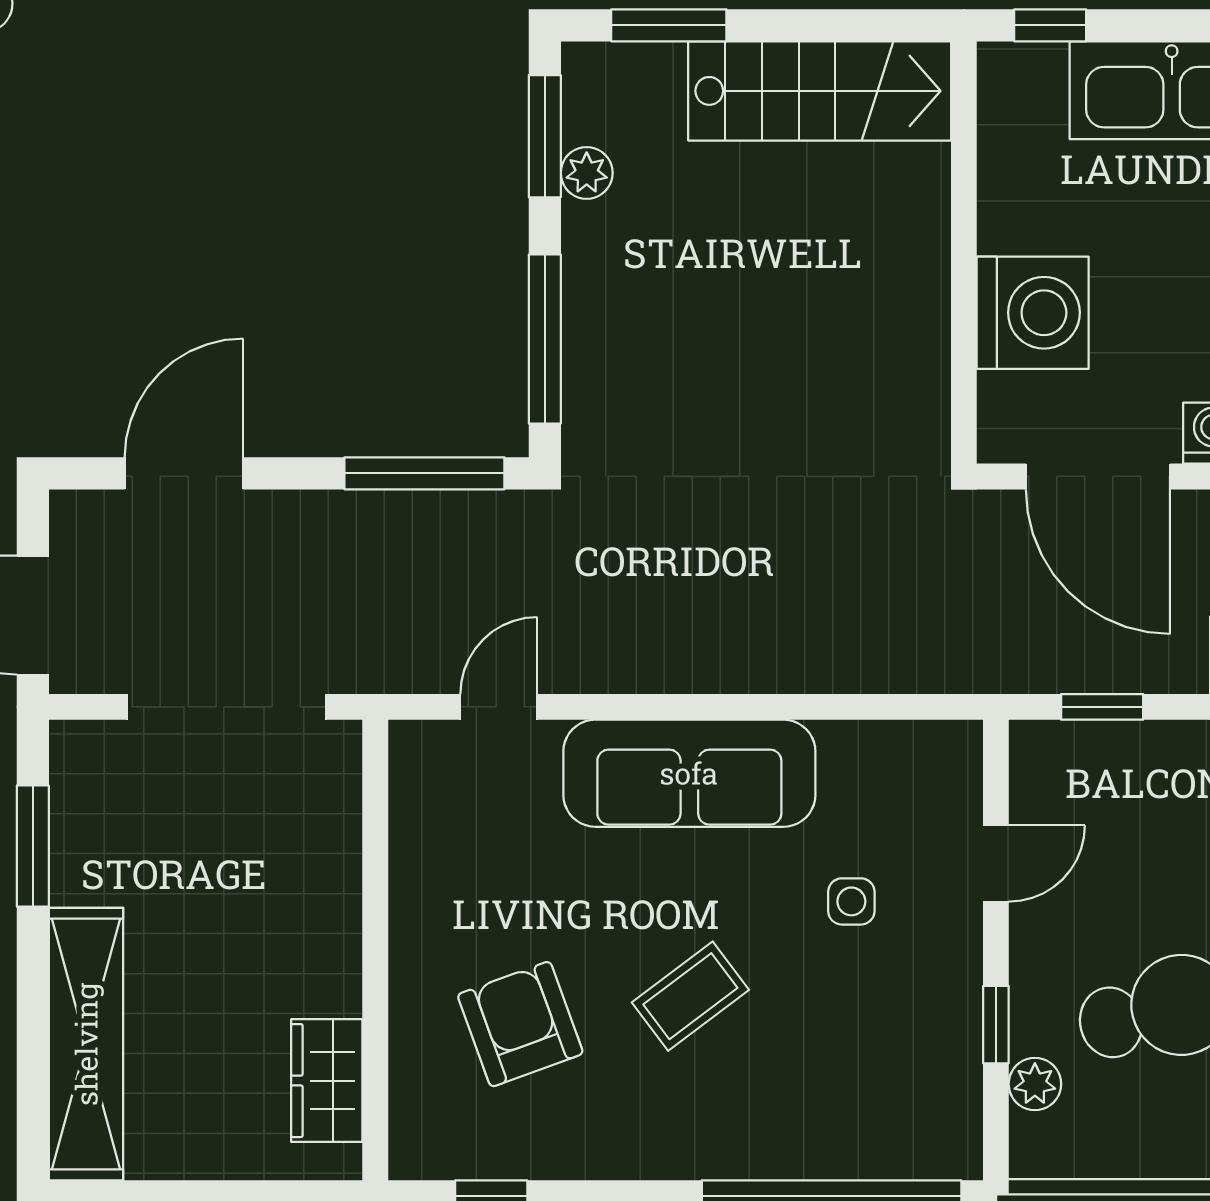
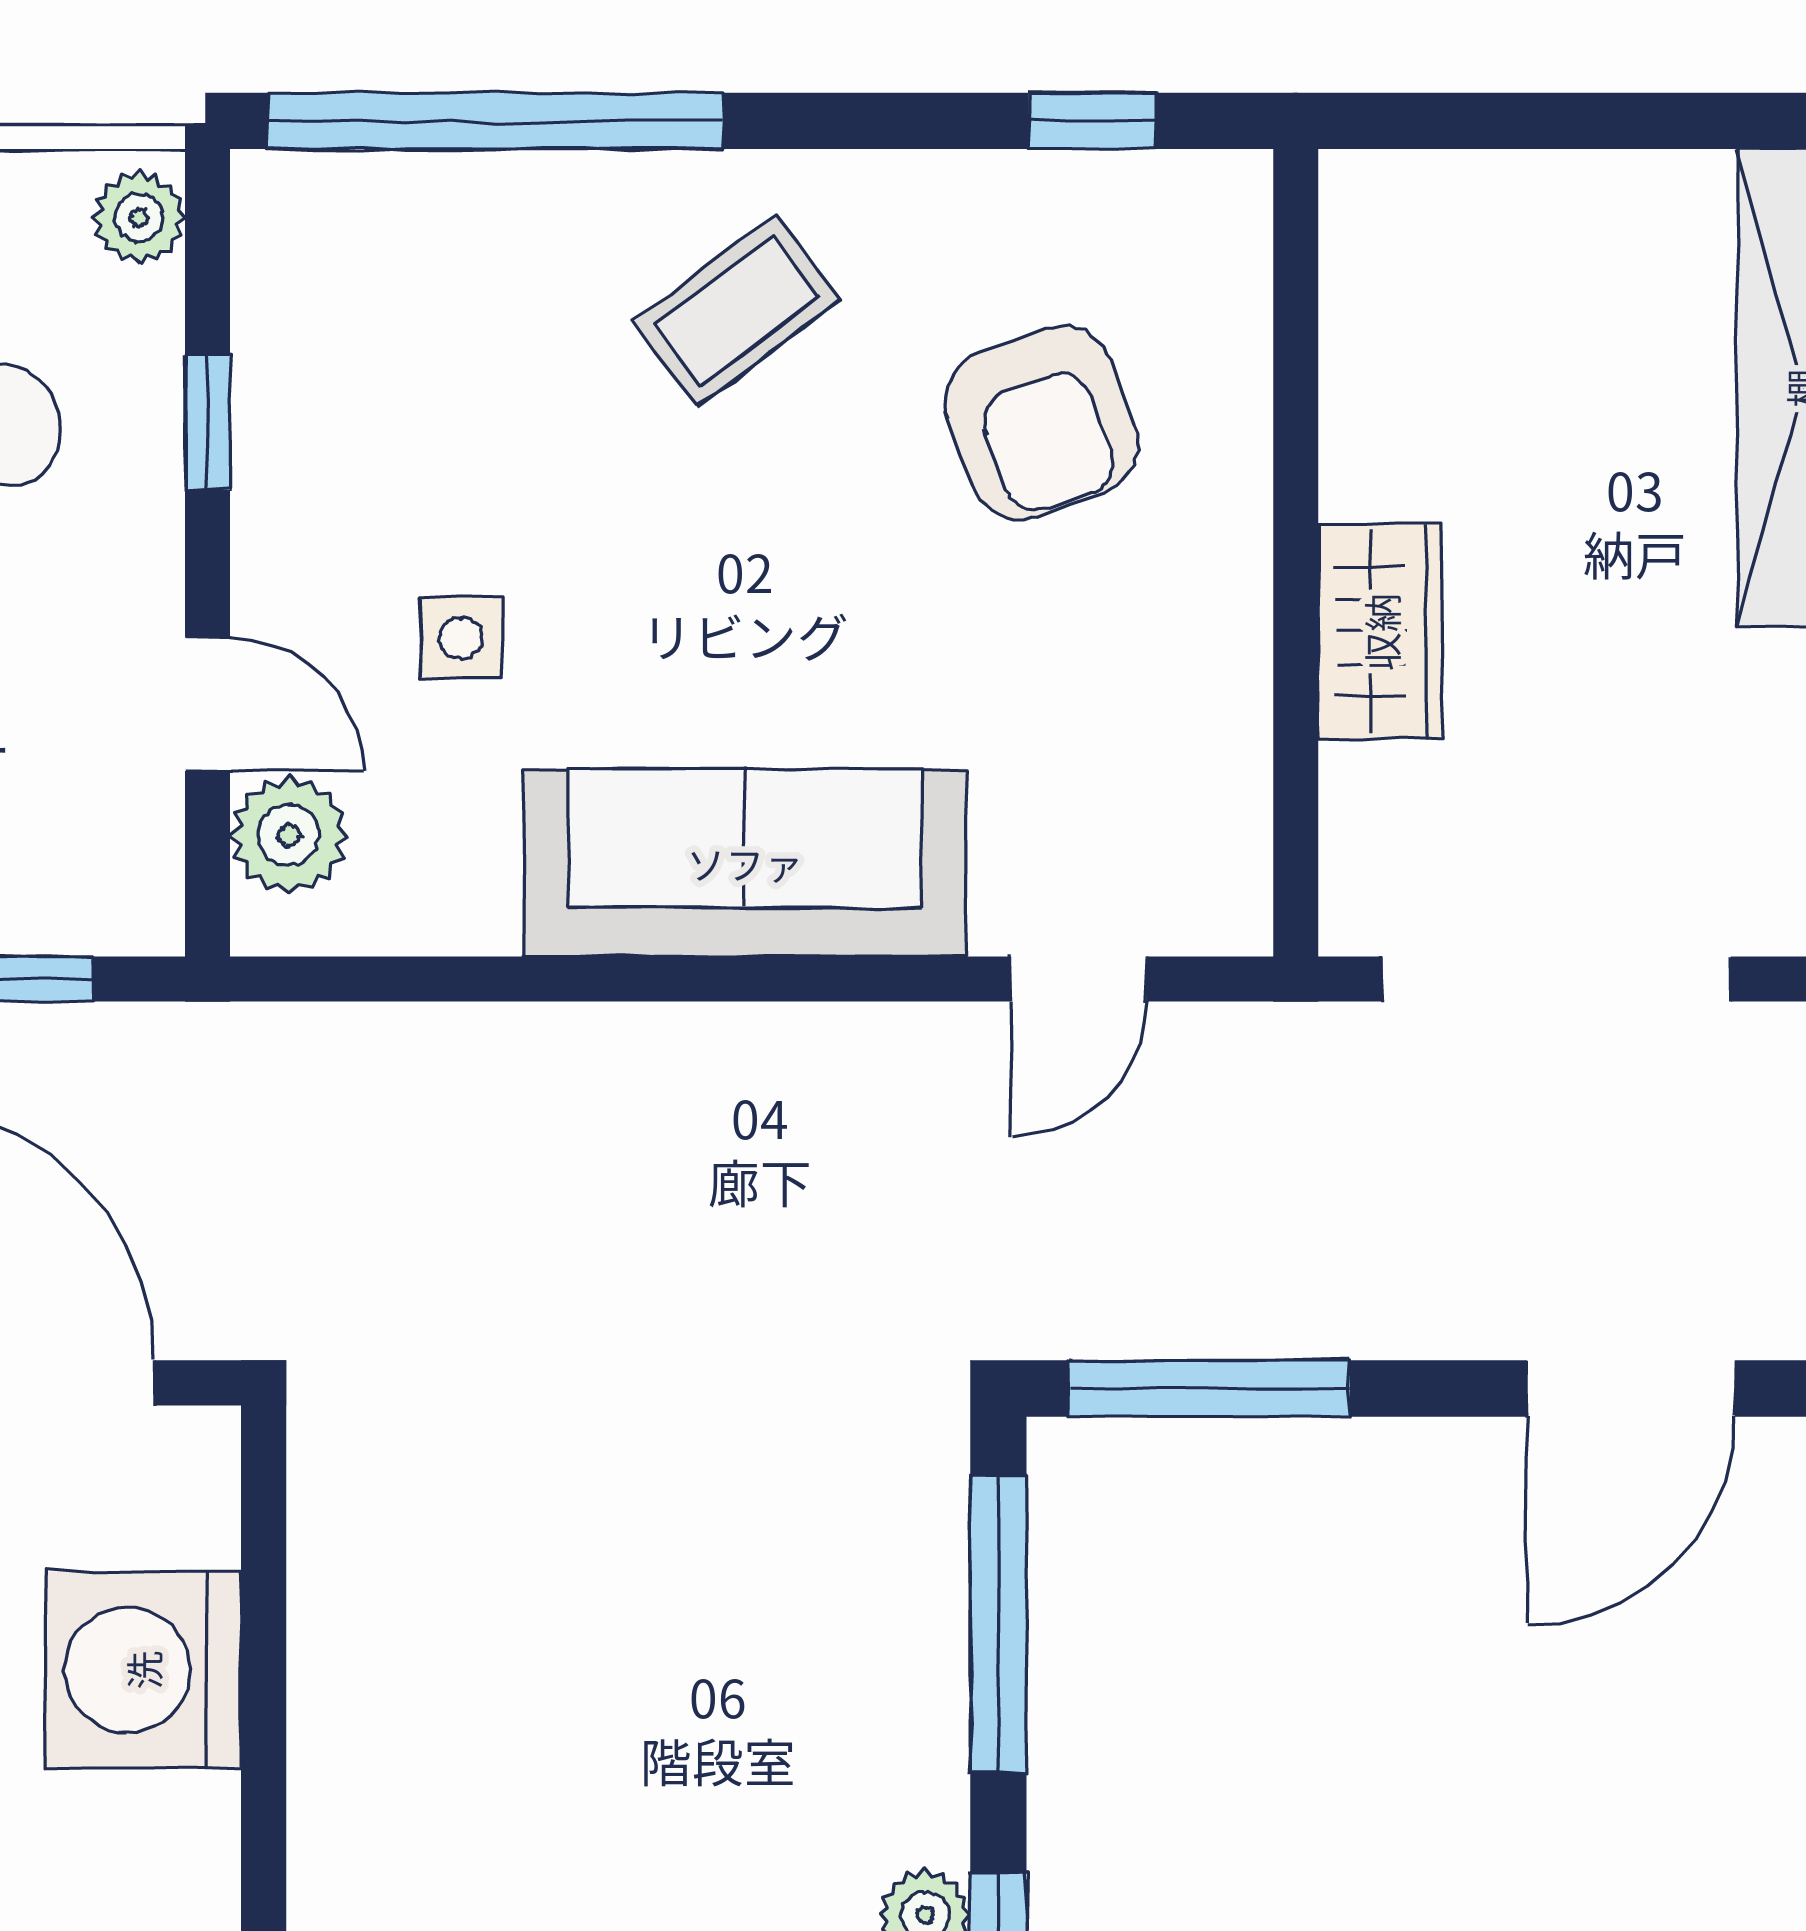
plant: (949, 789) -> (289, 835), added
door: (996, 864) -> (208, 704), swing flipped
coffee table: (690, 996) -> (737, 311), moved
wardrobe: (327, 1081) -> (1381, 632), moved
plant: (1035, 1084) -> (139, 217), moved

